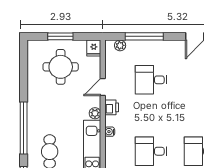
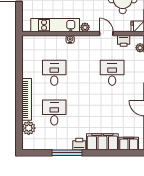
printer: (112, 107) -> (124, 41), moved

